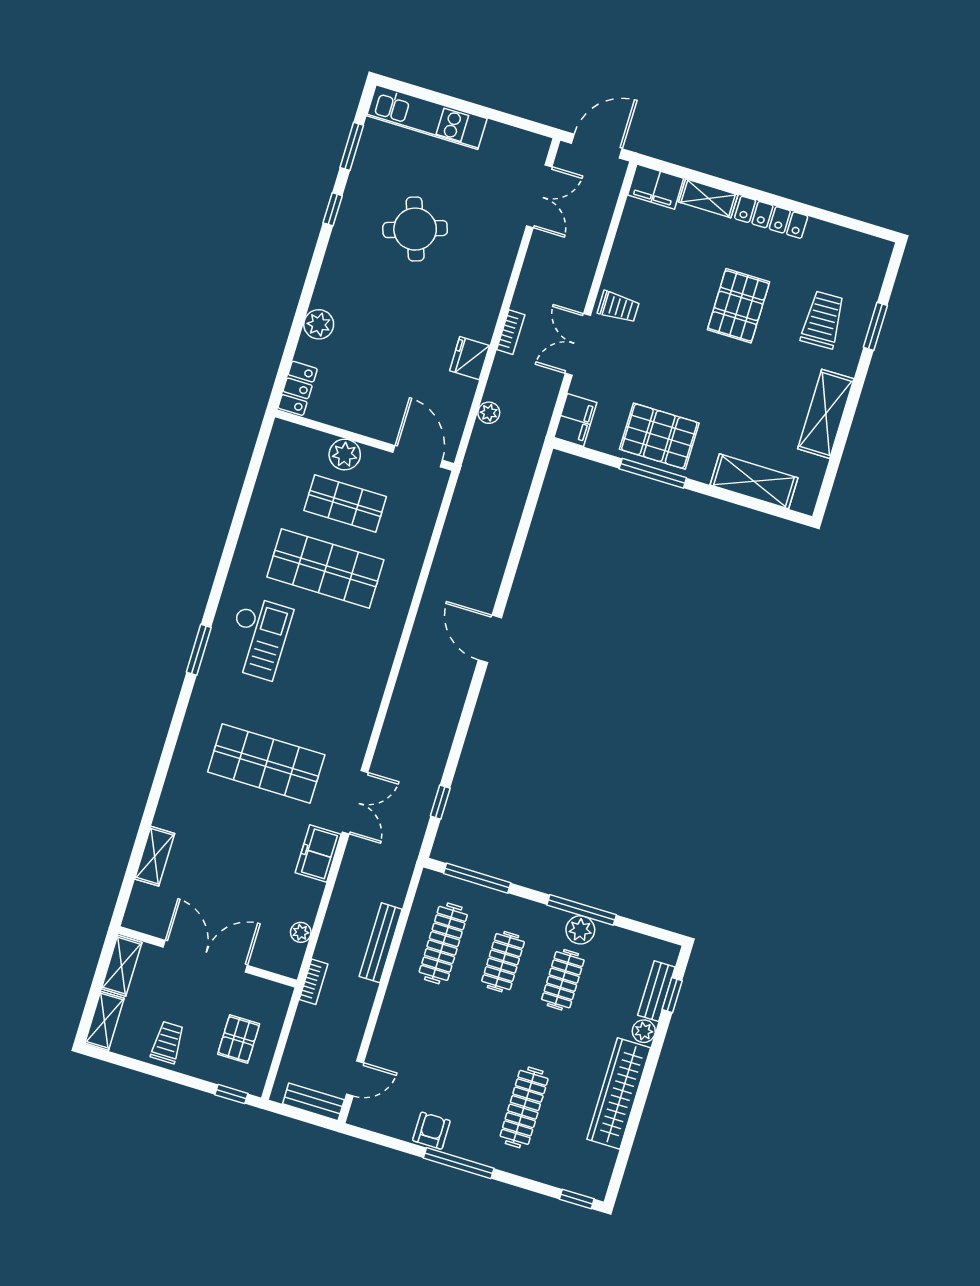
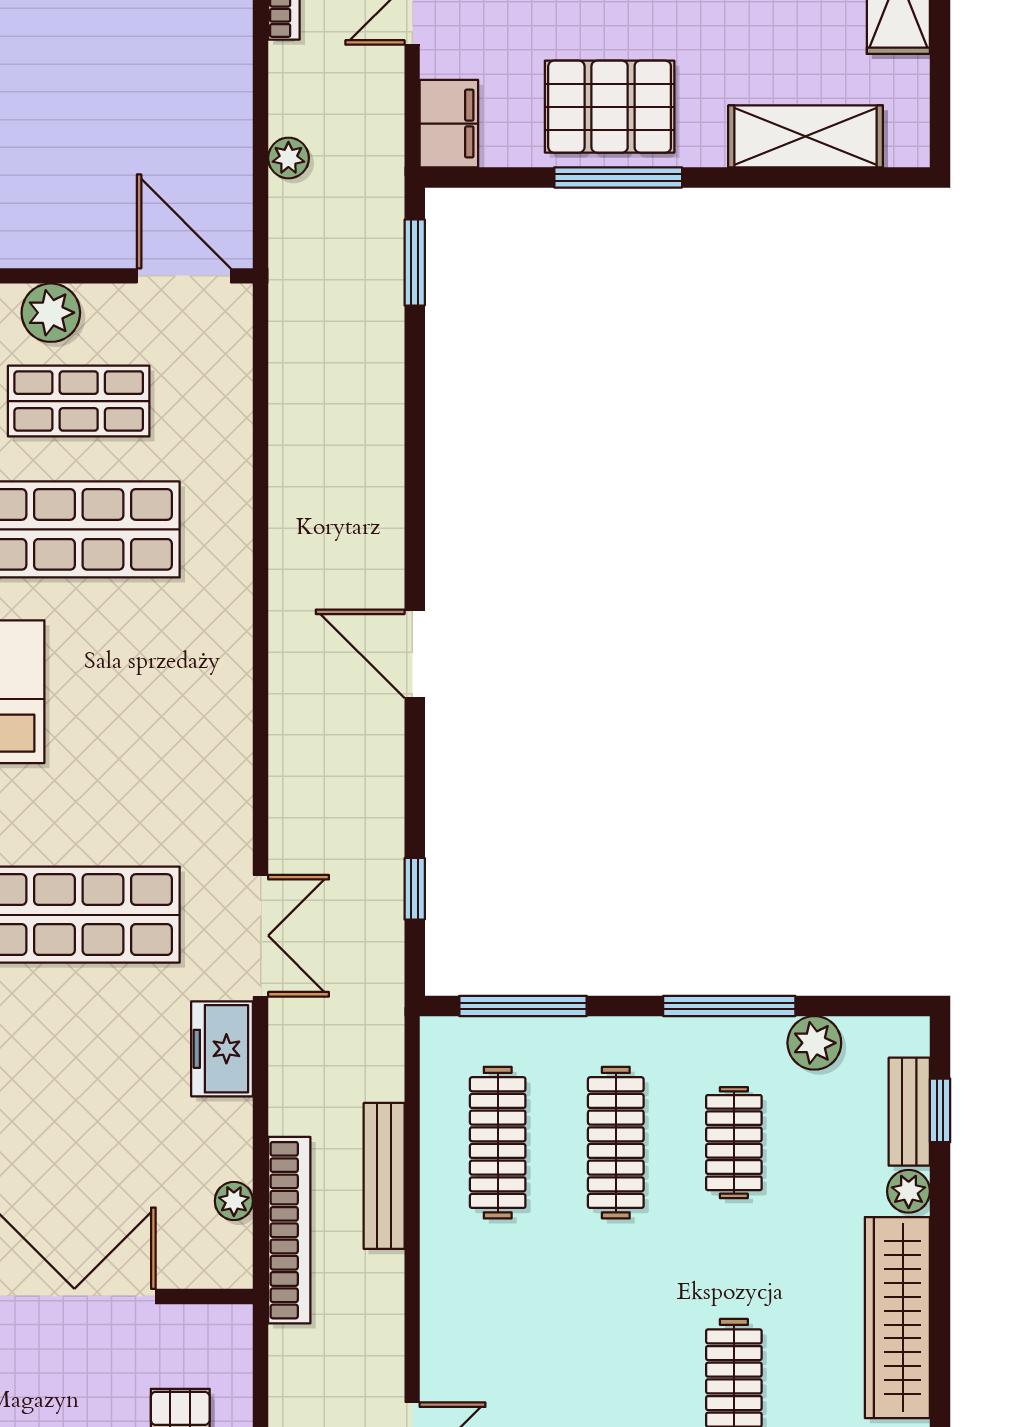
fridge: (470, 358) -> (224, 70), removed
window: (537, 485) -> (415, 262), added
door: (490, 639) -> (415, 654), moved
plant: (580, 930) -> (814, 1043), moved
clothes rail: (503, 962) -> (616, 1143), width x1.36
bookcase: (314, 982) -> (289, 1230), width x2.31, depth x1.31

